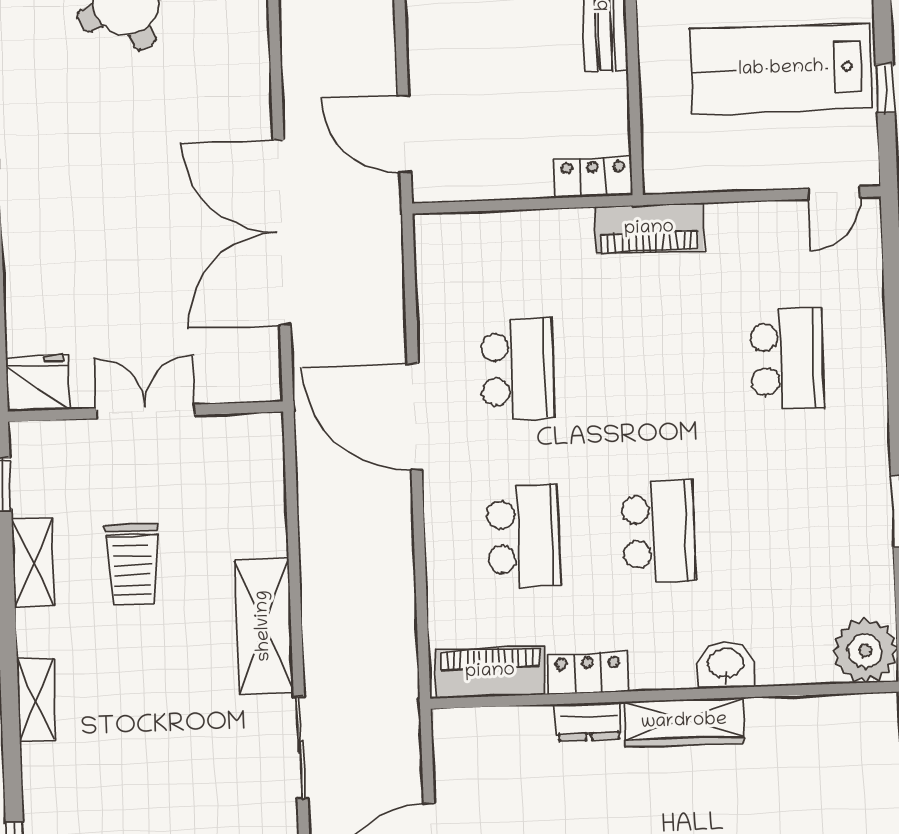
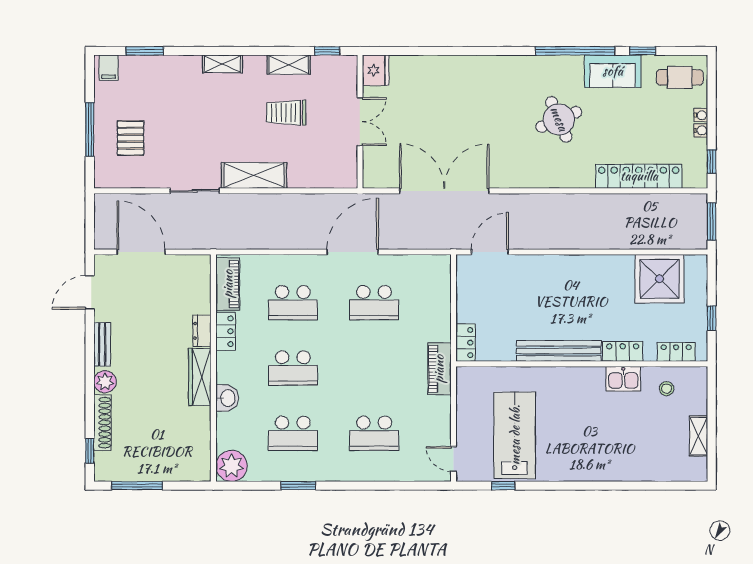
school desk: (793, 526) -> (293, 433), added

